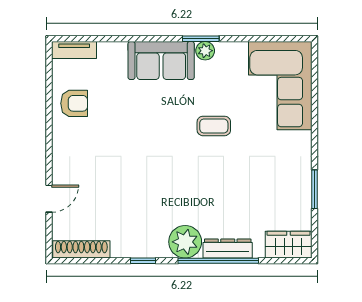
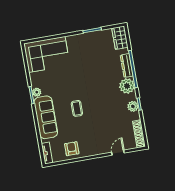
sofa: (161, 61) -> (46, 117), width x1.36
coffee table: (214, 126) -> (77, 108), moved
door: (49, 199) -> (118, 153), hinge flipped
plant: (140, 247) -> (133, 106), added

